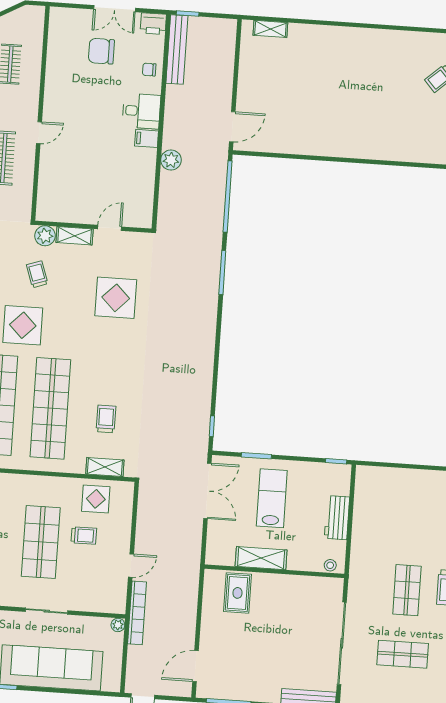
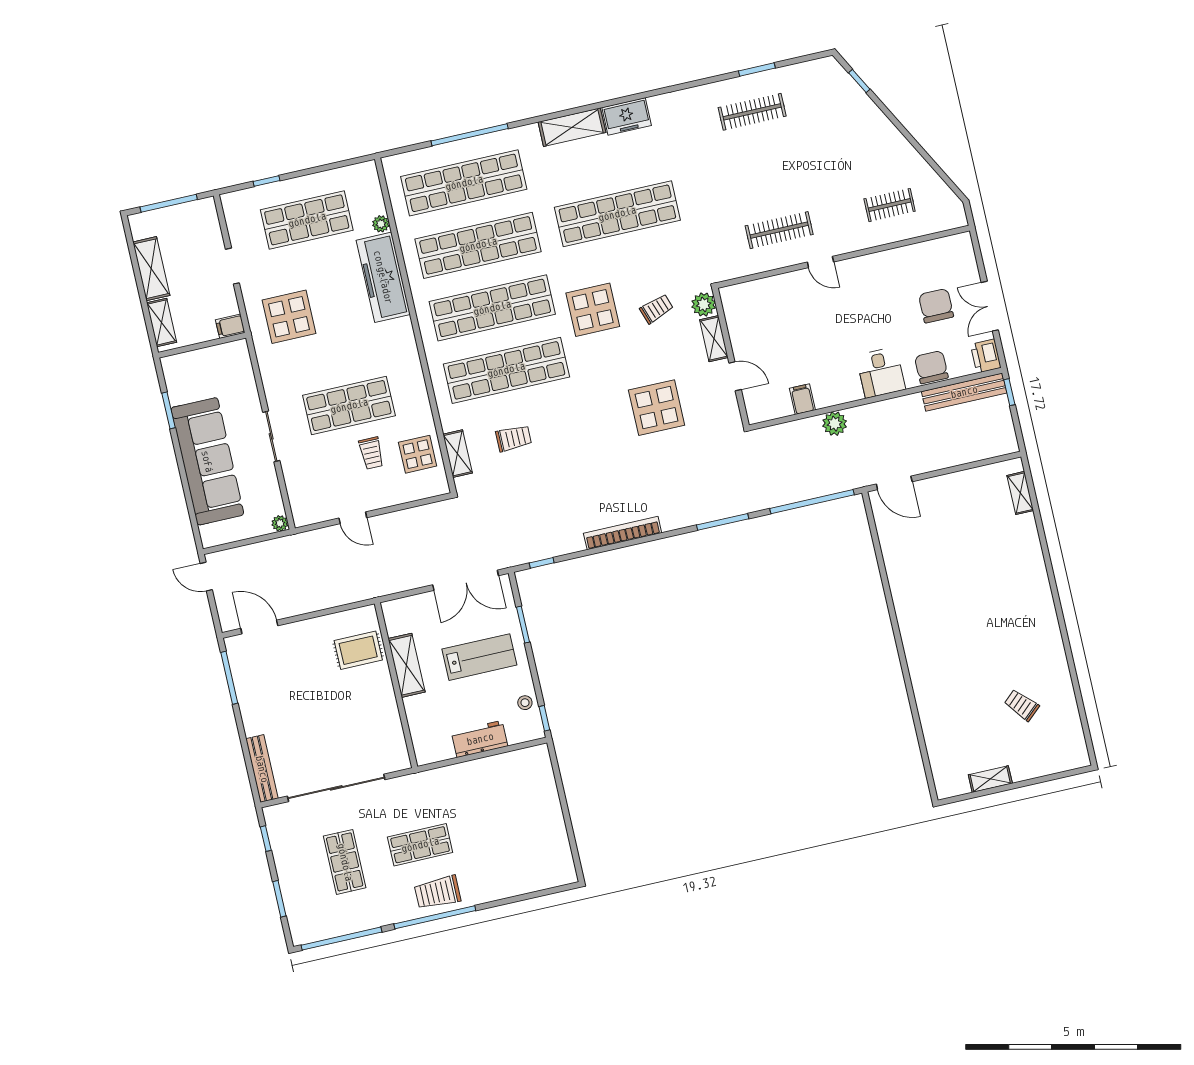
chair: (149, 70) -> (931, 367), width x1.87, depth x1.87
filing cabinet: (147, 138) -> (802, 399), moved
stool: (330, 565) -> (525, 703), moved
bookcase: (137, 613) -> (623, 533), moved, turned 180

